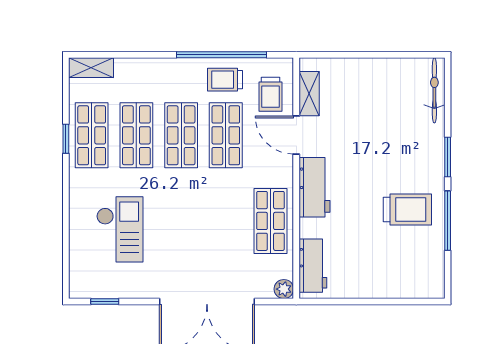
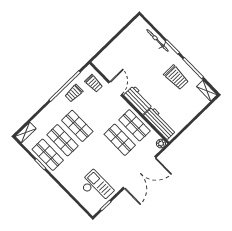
bicycle: (434, 90) -> (158, 40), moved
shelving: (309, 94) -> (207, 91), moved
shop shelf: (226, 135) -> (120, 140), moved
door: (296, 135) -> (115, 89), swing flipped
trolley: (407, 210) -> (176, 77), turned 90
checkout: (120, 229) -> (96, 187), moved
workbench: (313, 266) -> (160, 123), width x1.38

